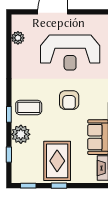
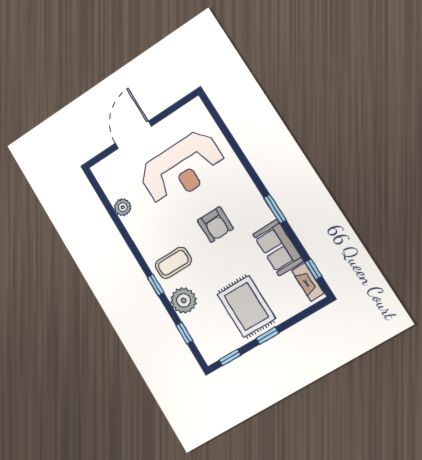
plant: (18, 38) -> (123, 207), moved

